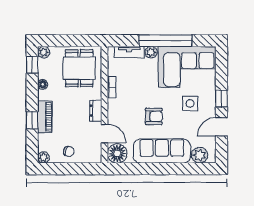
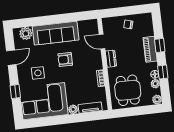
window: (165, 41) -> (63, 120), removed
window: (32, 65) -> (163, 72), moved
window: (221, 99) -> (15, 91), moved
floor lamp: (117, 153) -> (90, 27), removed
plant: (43, 158) -> (155, 84), moved

